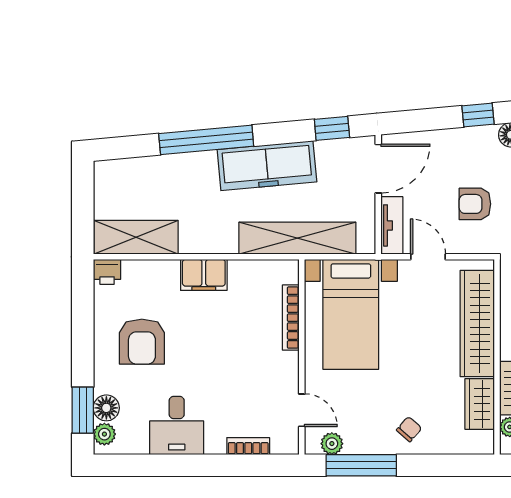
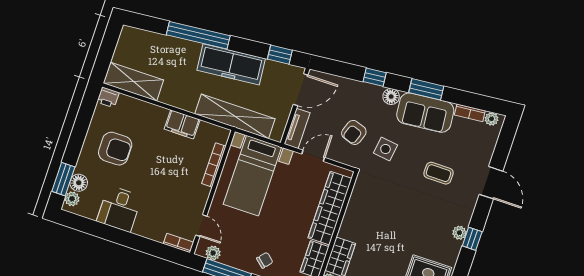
armchair: (475, 204) -> (354, 132), turned -71
door: (428, 257) -> (313, 156), hinge flipped
filing cabinet: (204, 275) -> (182, 124), moved
armchair: (142, 342) -> (115, 149), turned -90
bookcase: (248, 446) -> (179, 243), moved

